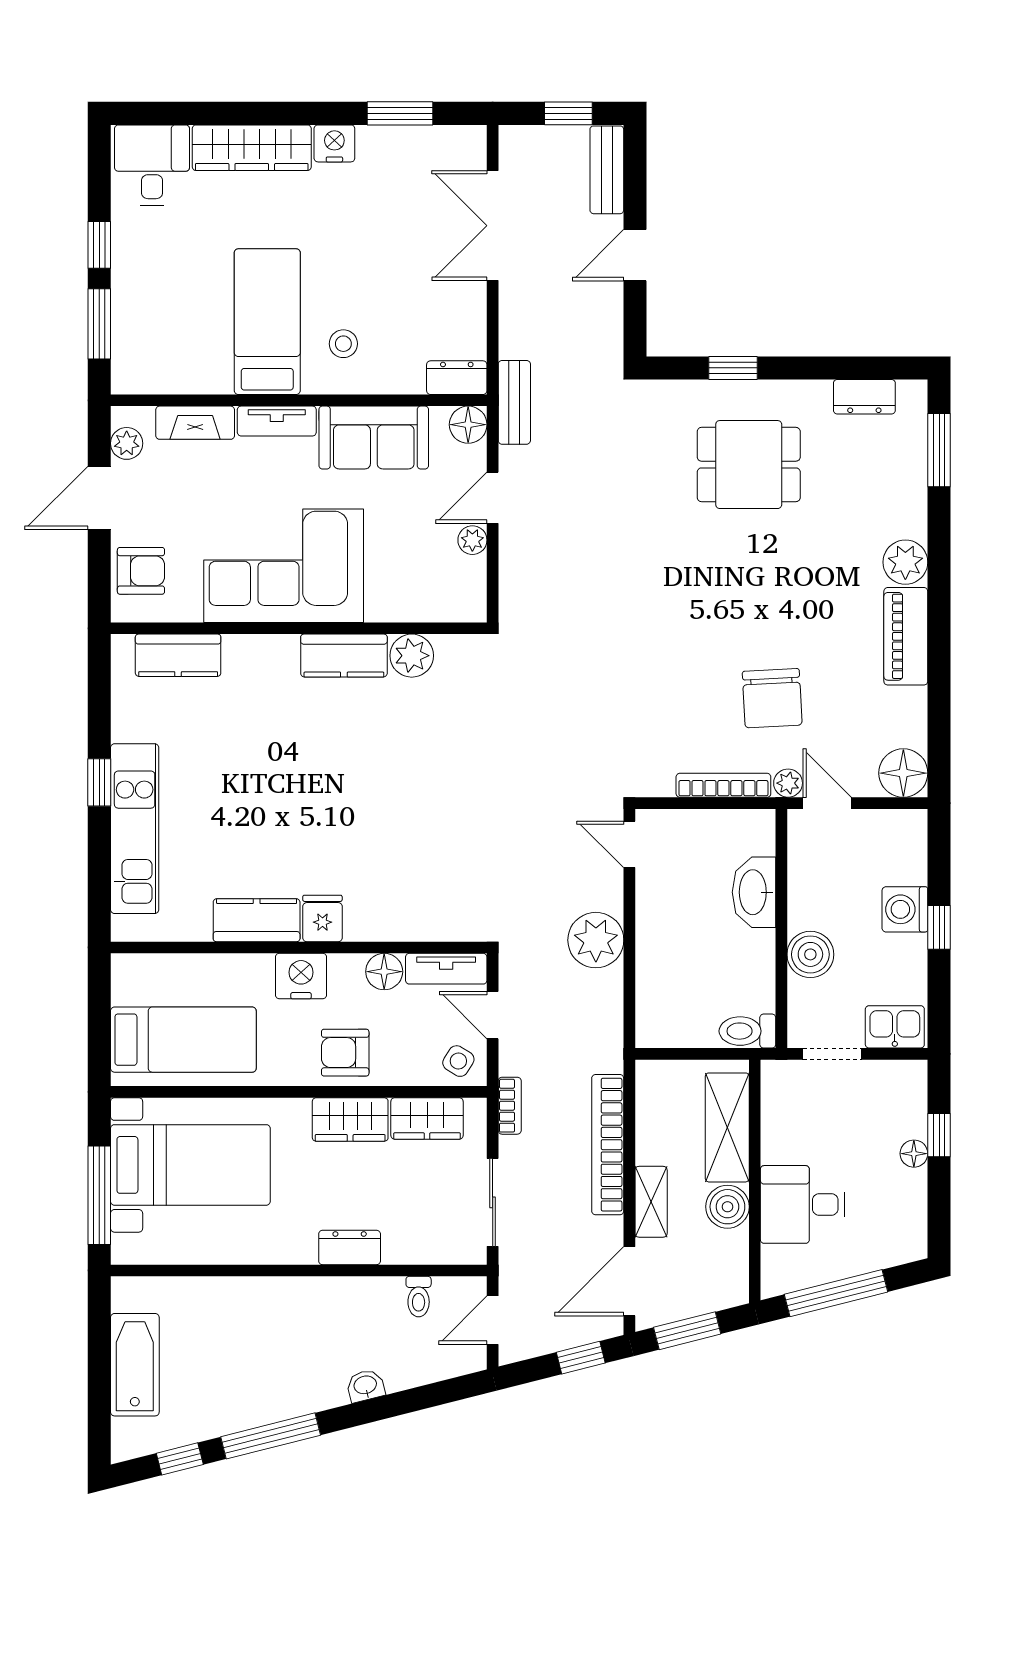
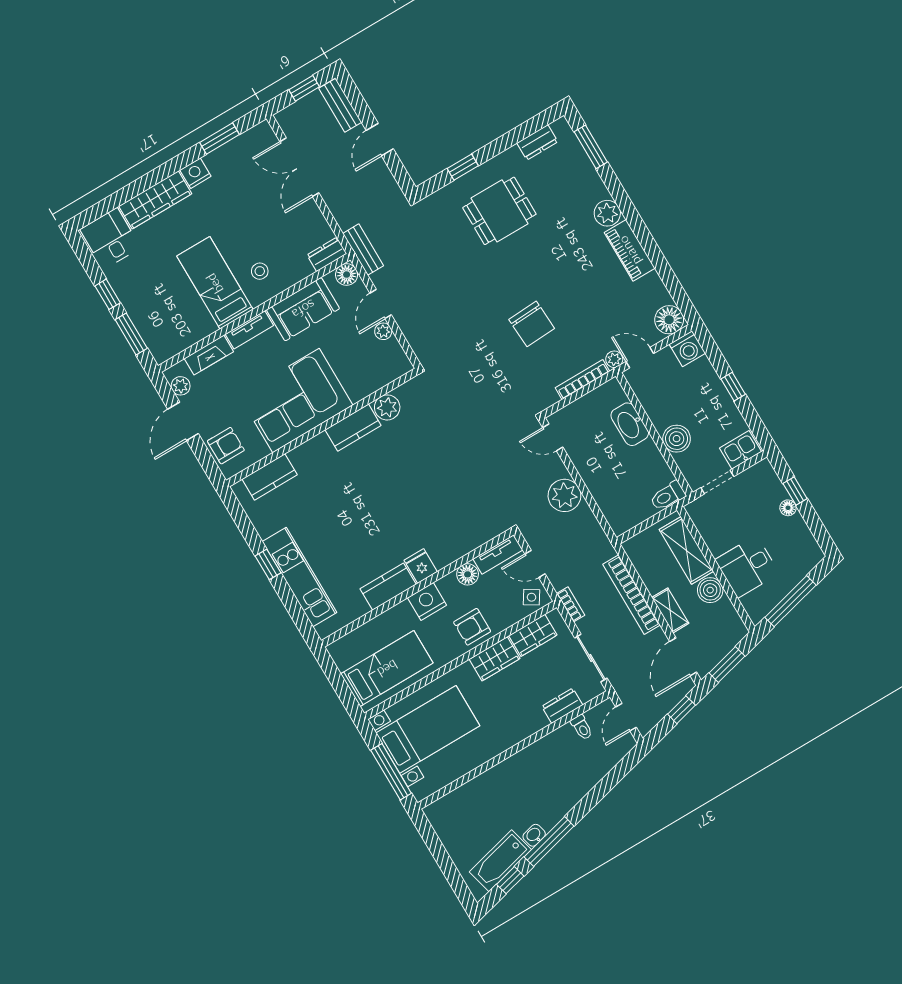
chair: (772, 698) -> (532, 324), moved
washing machine: (905, 909) -> (687, 349), moved, turned -90
dresser: (350, 1247) -> (562, 706), moved
bathtub: (135, 1365) -> (500, 861), moved, turned -104
washbasin: (365, 1386) -> (534, 835), moved

